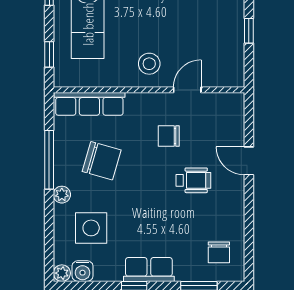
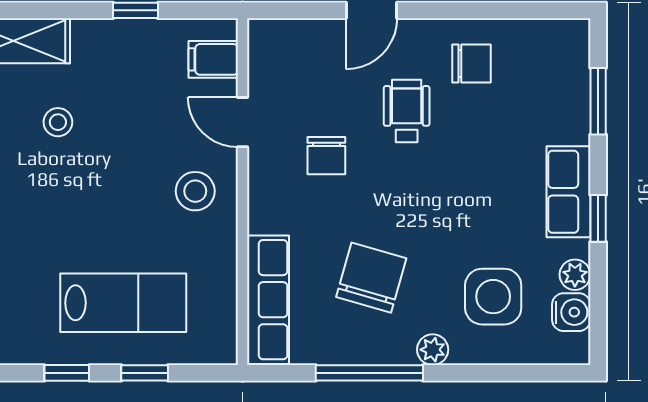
window: (49, 54) -> (145, 373), moved
filing cabinet: (222, 74) -> (213, 59), added
chair: (219, 252) -> (471, 64), moved
plant: (62, 273) -> (575, 275), moved

